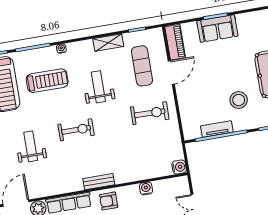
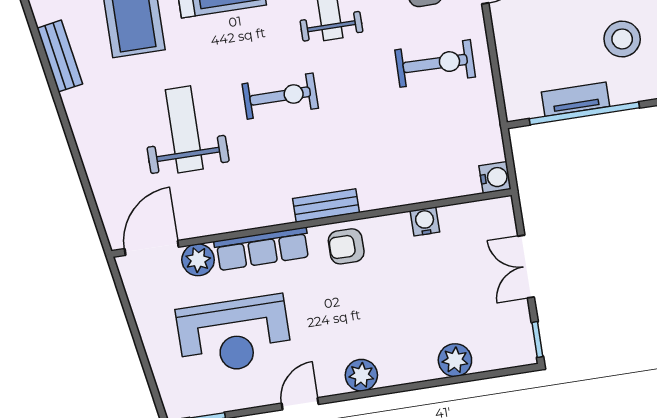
weight bench: (31, 146) -> (184, 129), width x1.36, depth x1.33

